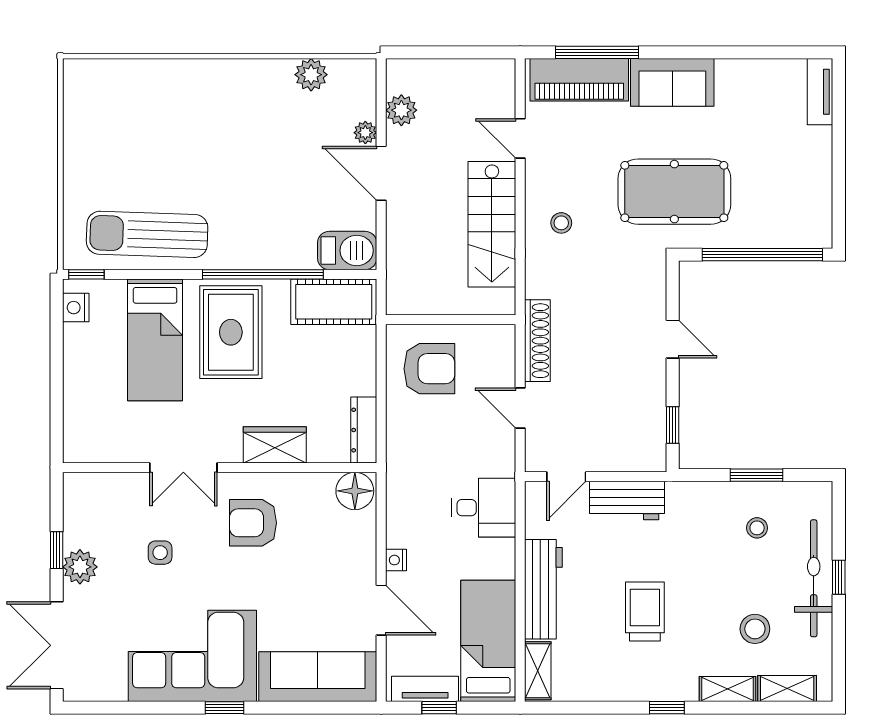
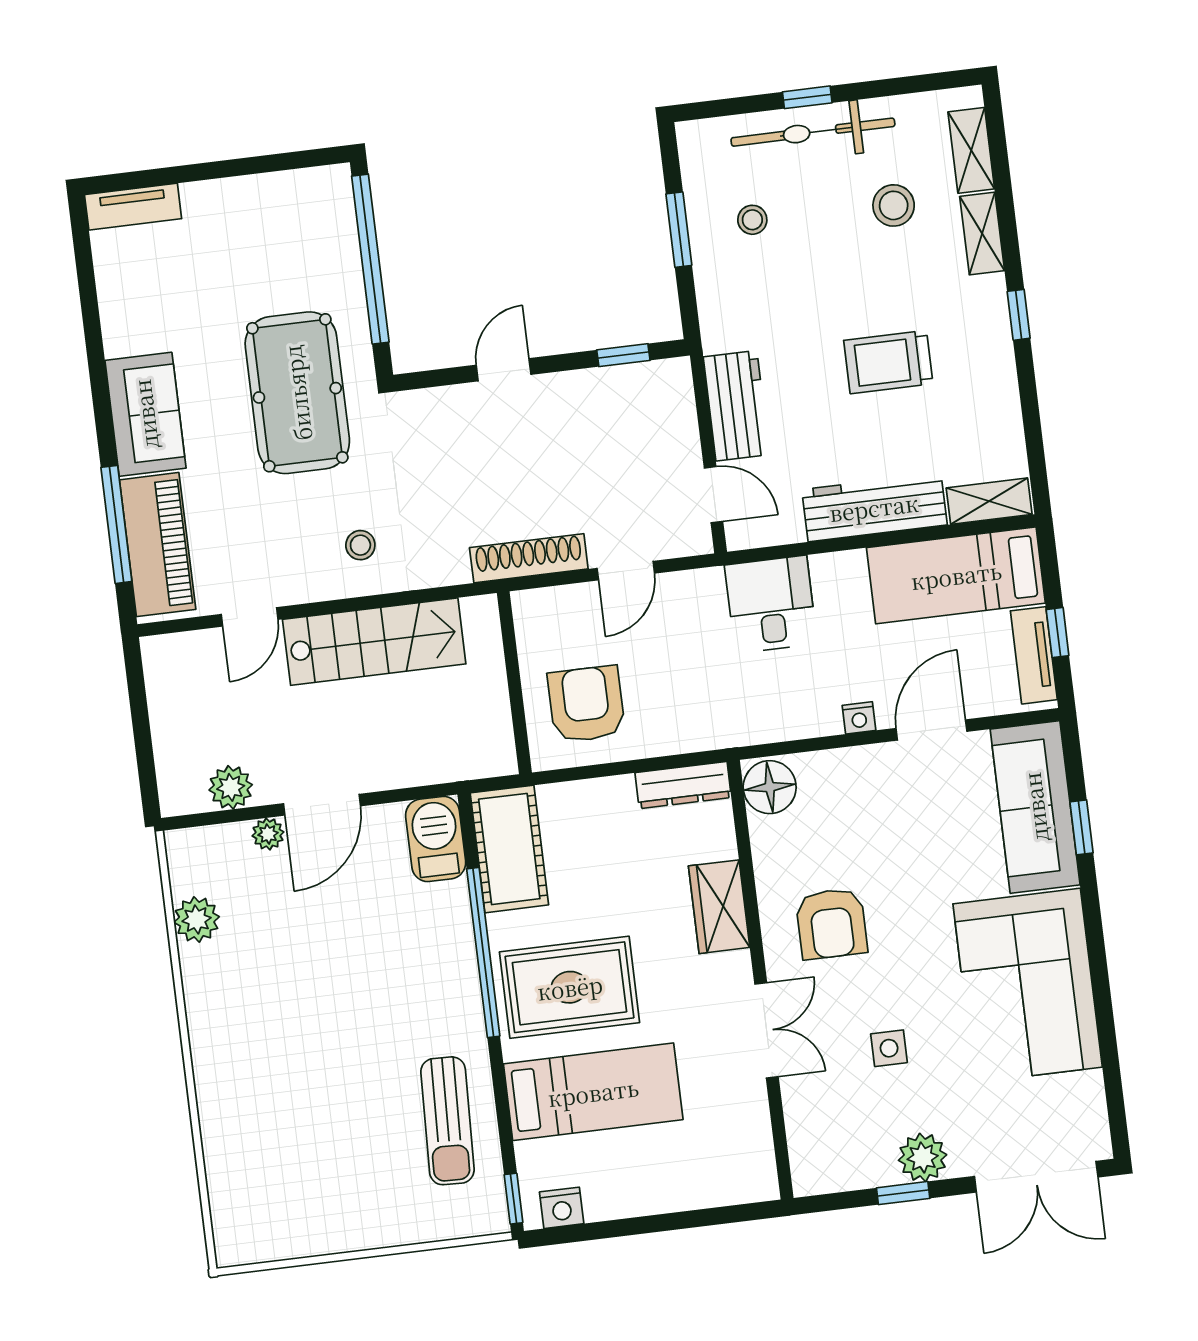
sun lounger: (147, 234) -> (447, 1121), width x0.73, depth x0.75
window: (225, 708) -> (1082, 827), moved

